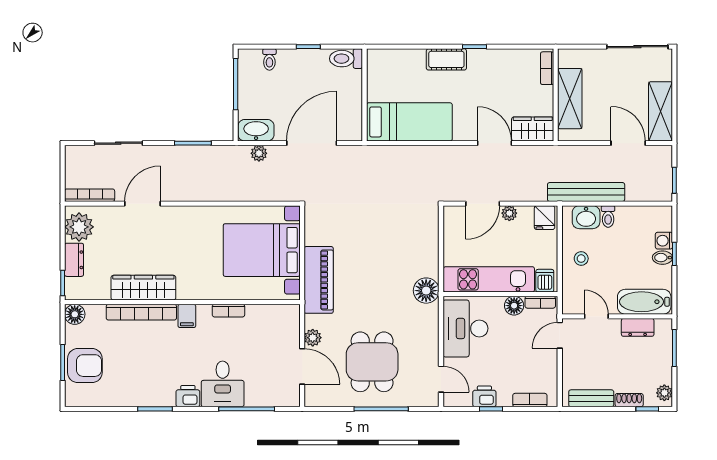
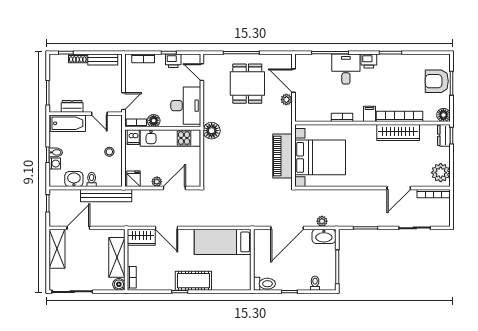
boiler: (567, 58) -> (119, 284), added
cot: (446, 59) -> (193, 281), width x1.37, depth x1.34
door: (628, 143) -> (78, 228), swing flipped
washbasin: (586, 217) -> (74, 179), moved
dresser: (74, 260) -> (444, 135), moved
piano: (319, 280) -> (283, 156), moved
plant: (664, 393) -> (54, 63), removed

